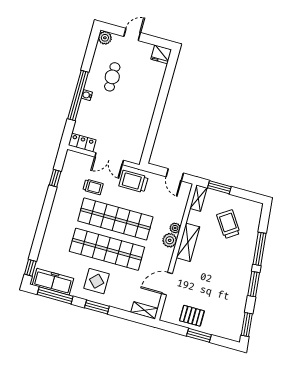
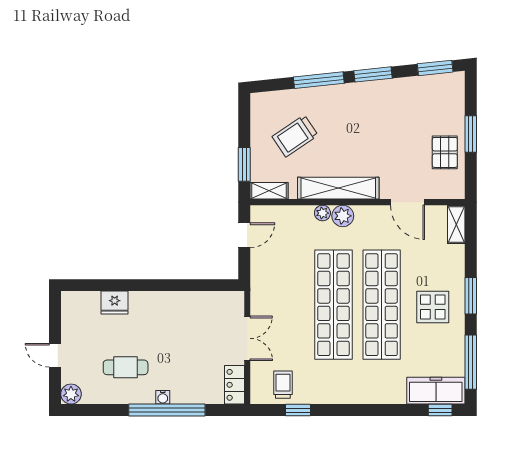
fridge: (161, 54) -> (115, 303), moved, turned 90
trolley: (133, 181) -> (271, 293), removed
trolley: (93, 187) -> (283, 385), moved
shelving: (188, 242) -> (338, 188), width x1.47
freezer: (53, 282) -> (436, 391), moved, turned 90

